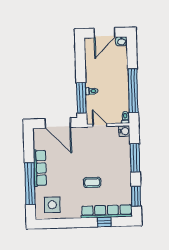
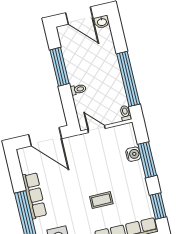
door: (104, 33) -> (79, 16), hinge flipped
window: (81, 98) -> (60, 67), moved
water cooler: (124, 131) -> (133, 154), moved

